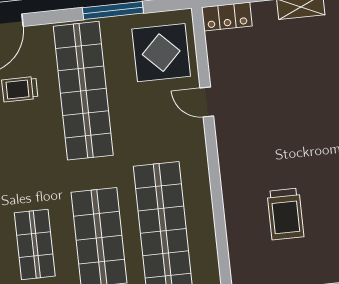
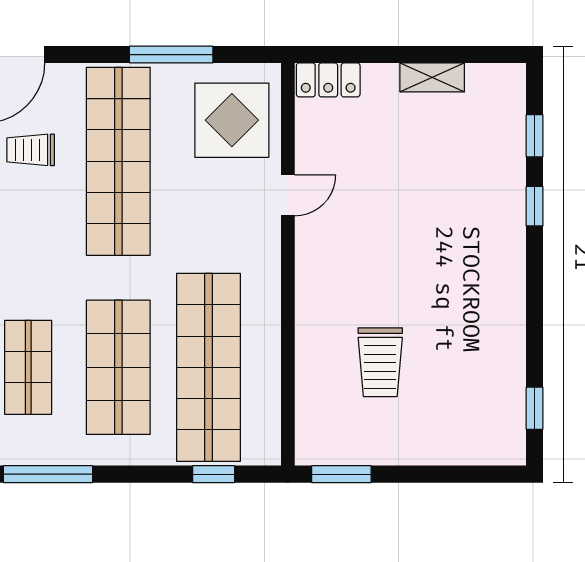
door: (207, 102) -> (288, 195), swing flipped

